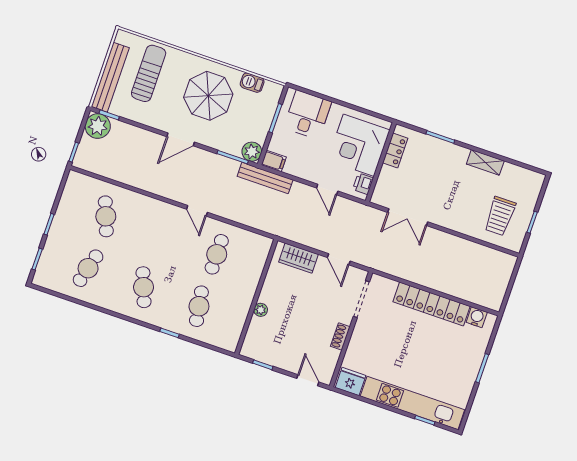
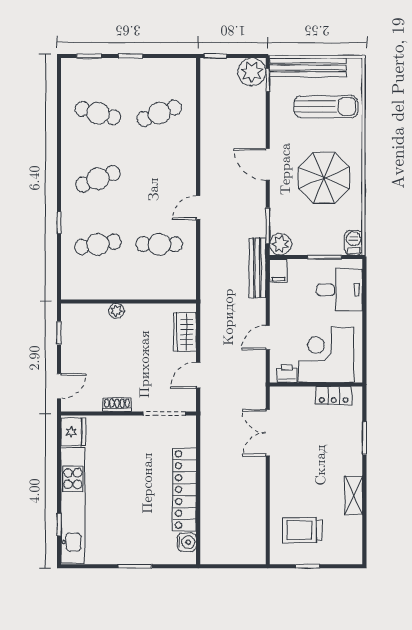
barbecue: (252, 83) -> (354, 243), moved

